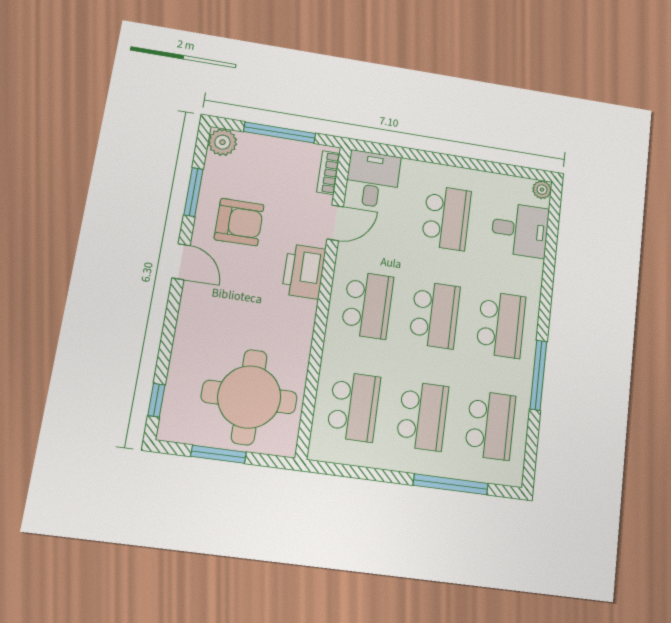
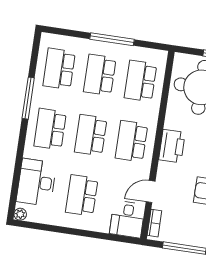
desk: (520, 230) -> (36, 182), width x1.37
printer: (304, 271) -> (172, 146), moved
window: (451, 484) -> (112, 39), moved

